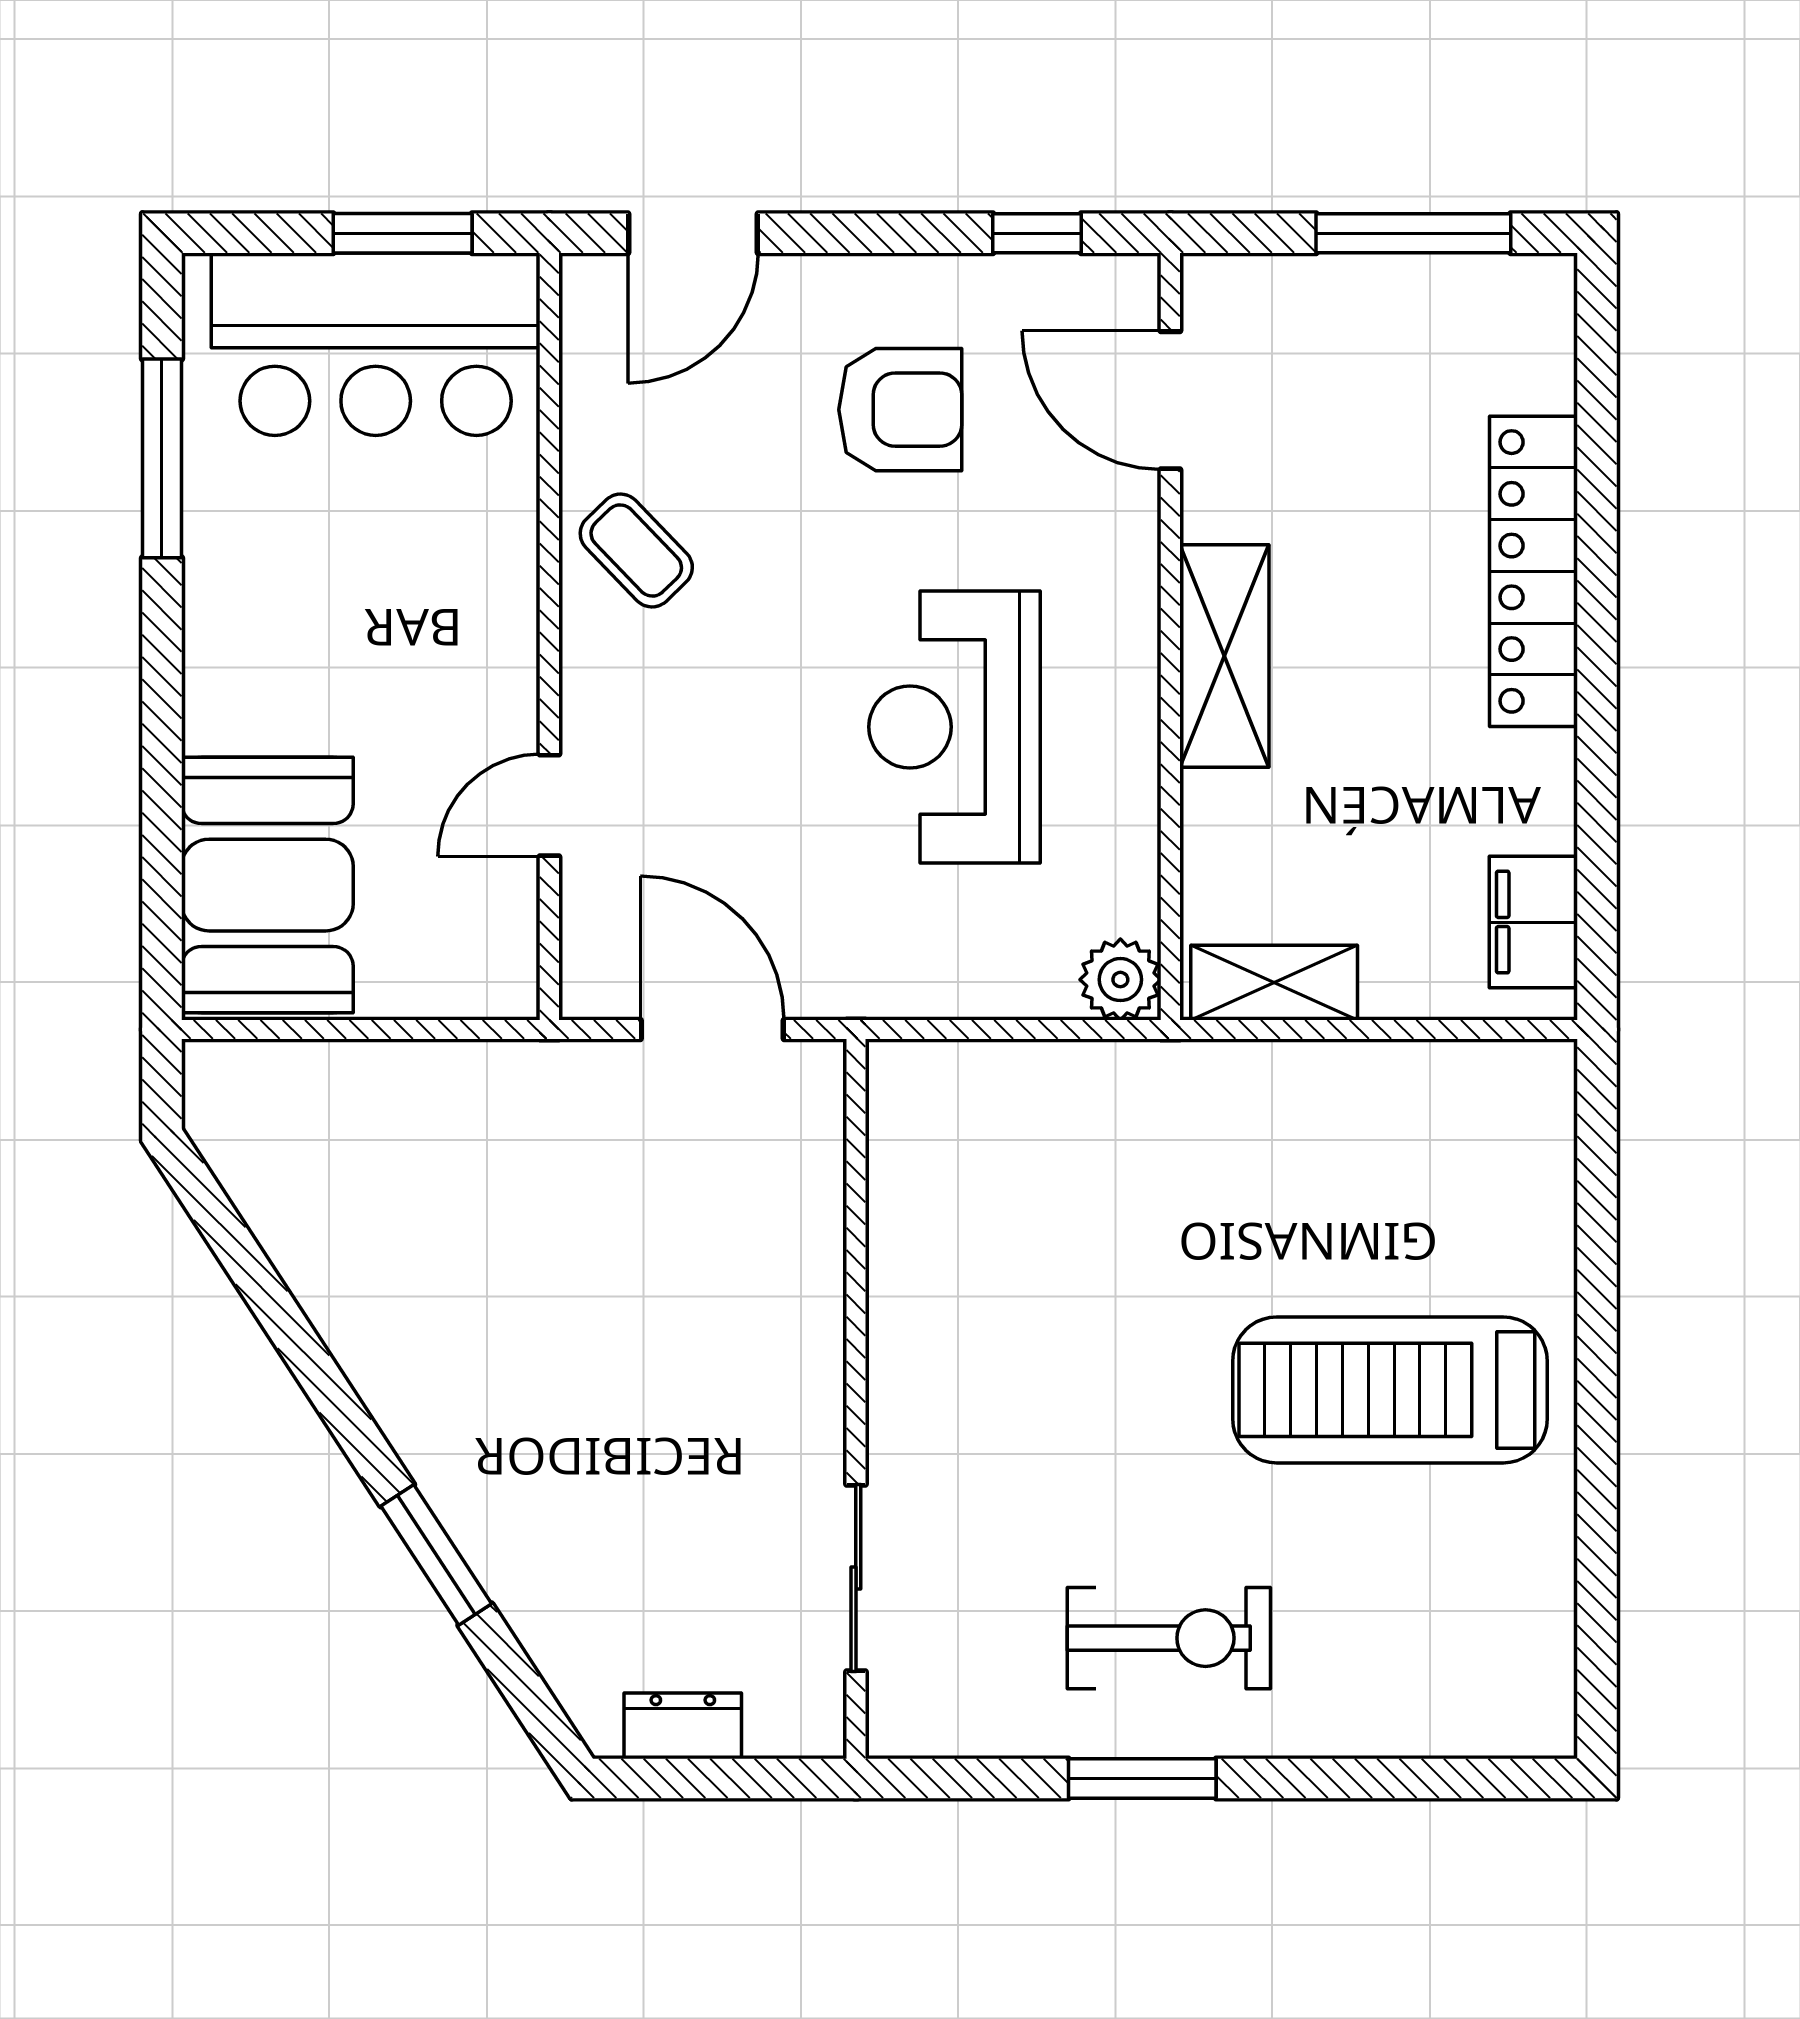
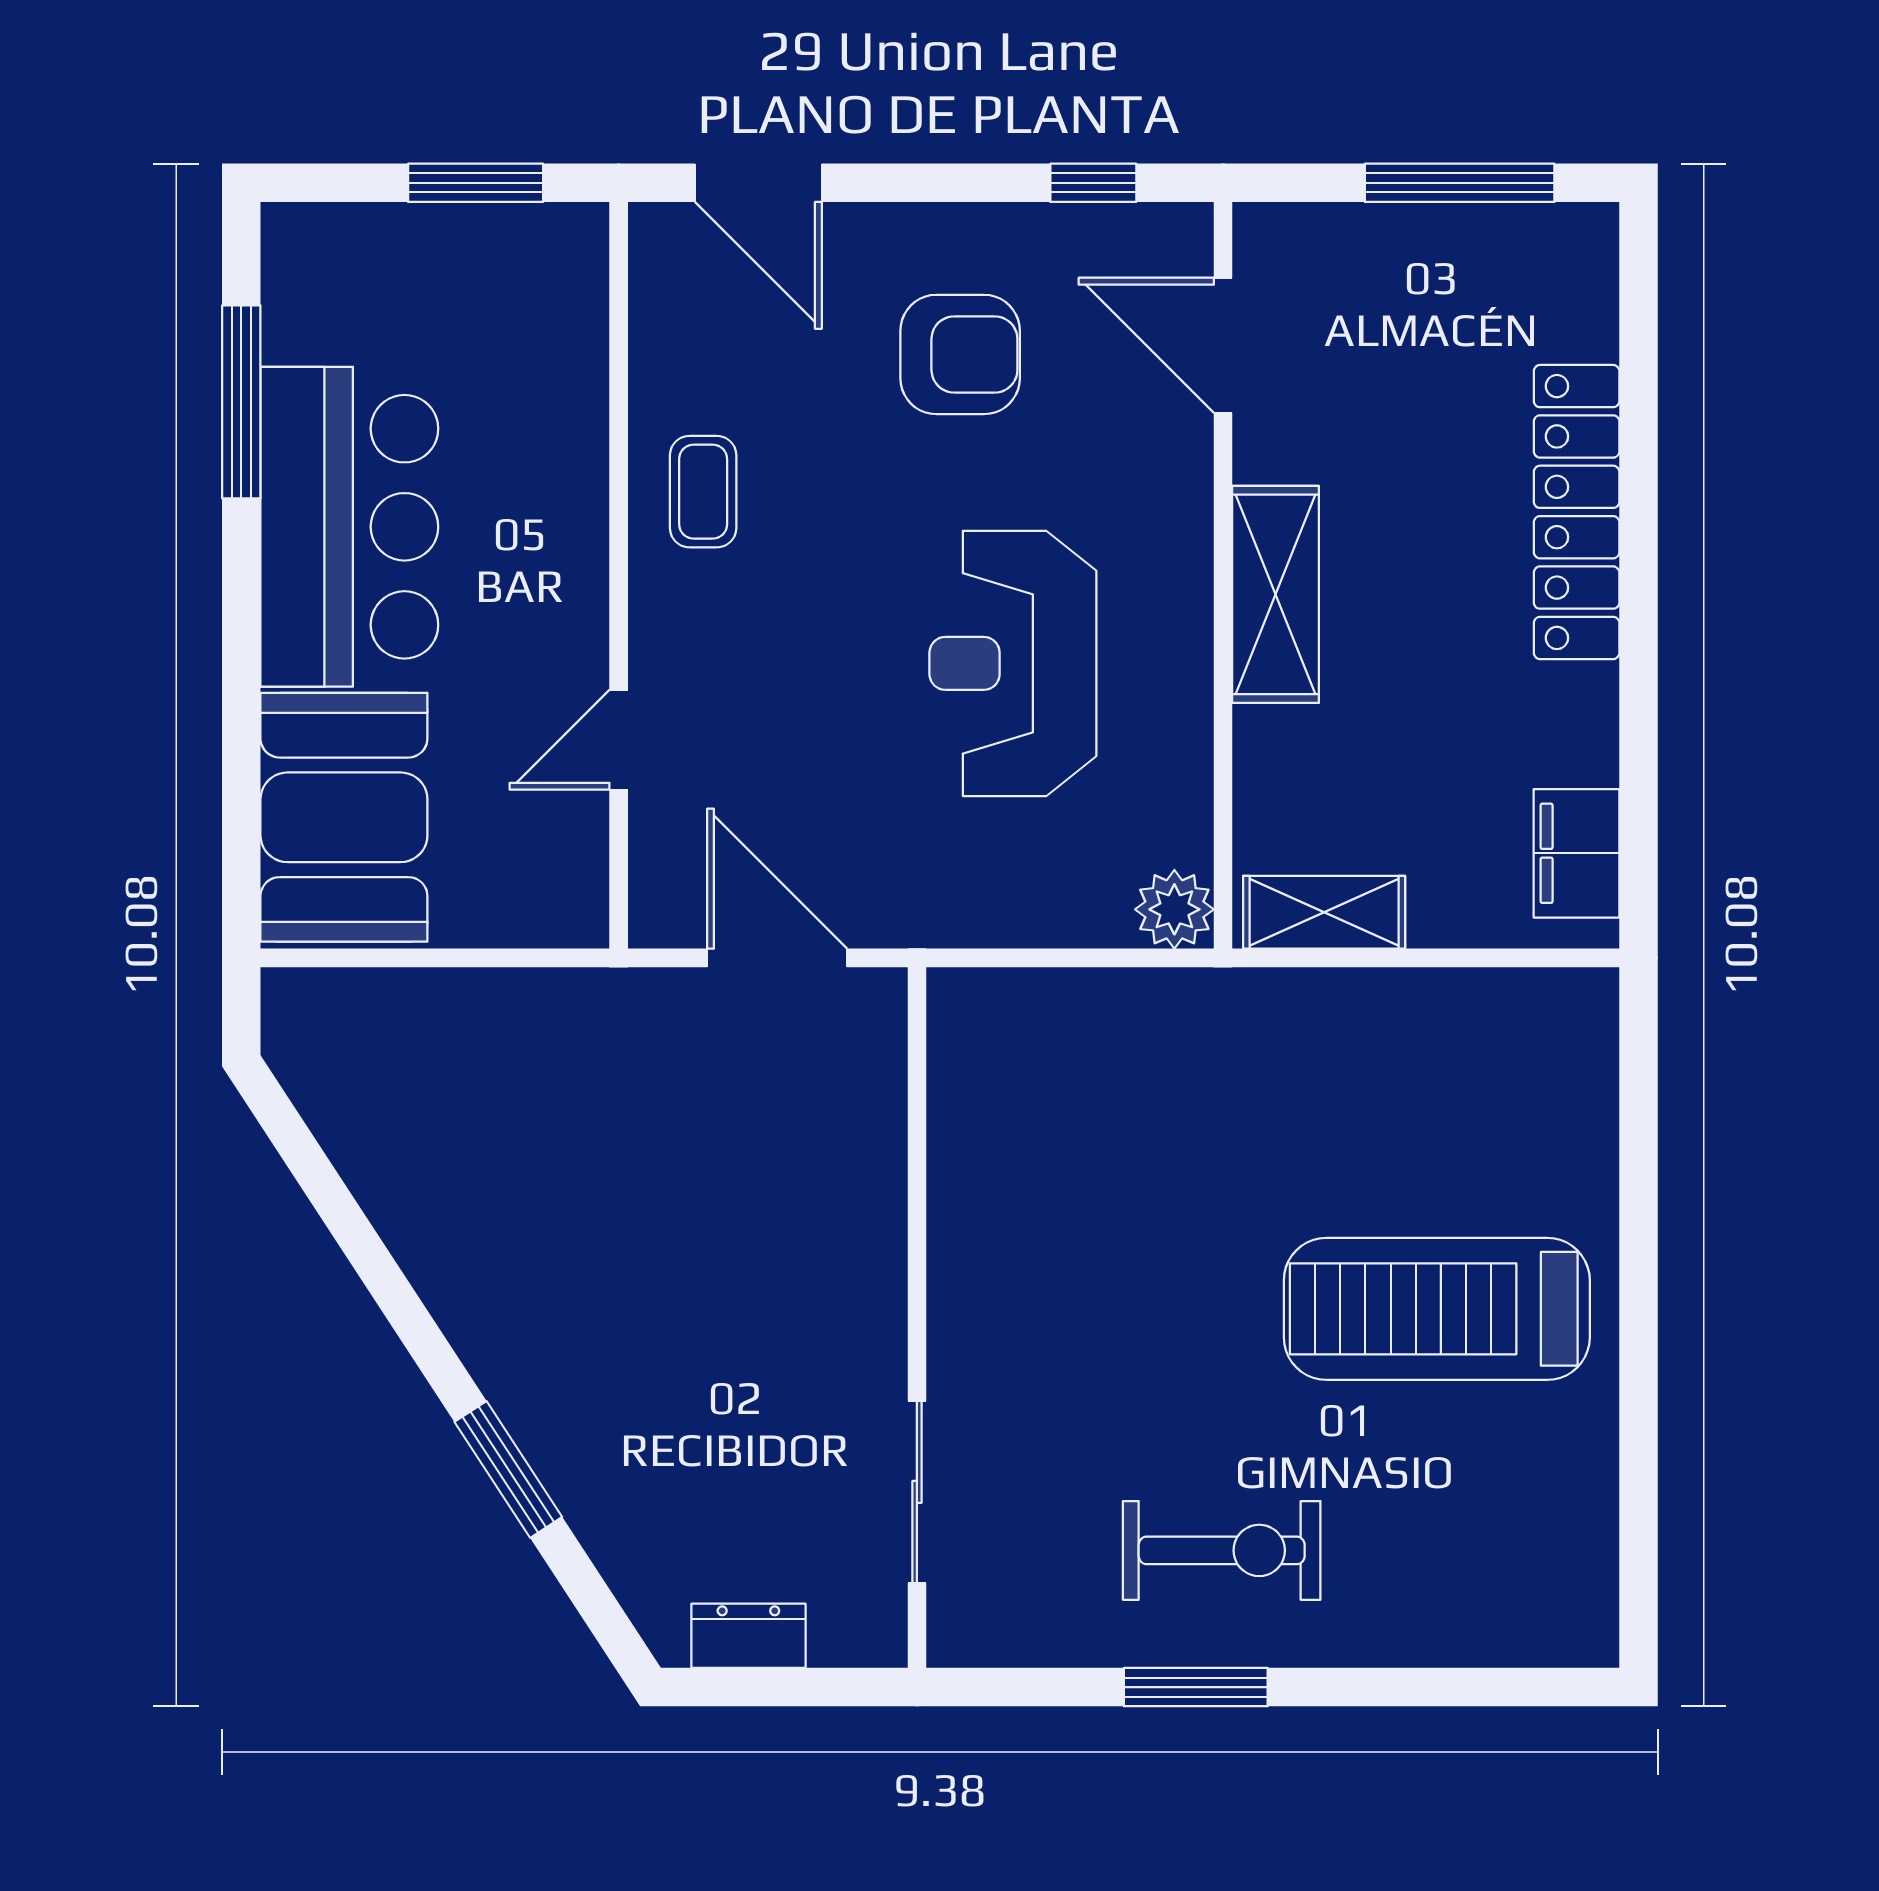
door: (693, 233) -> (758, 183), hinge flipped
bar counter: (376, 344) -> (349, 527), moved, turned -90
coffee table: (636, 550) -> (703, 492), turned 44

